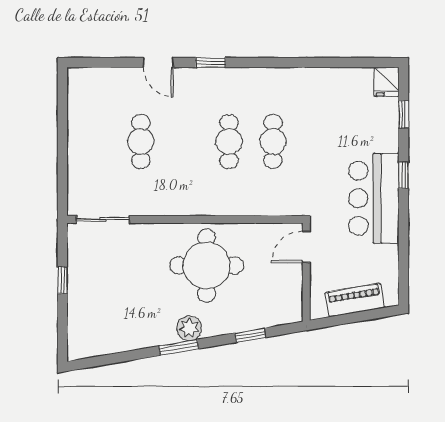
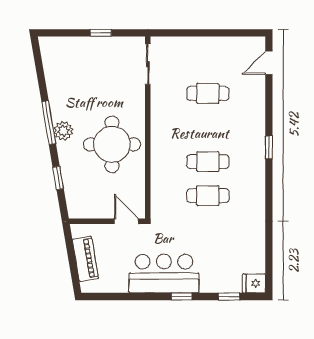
door: (158, 63) -> (269, 63), moved
window: (179, 347) -> (49, 123), width x1.44

